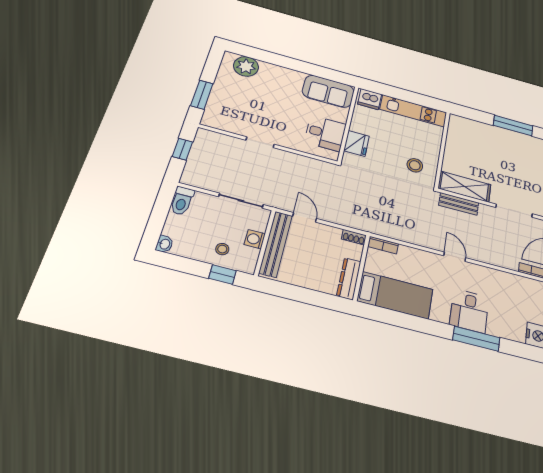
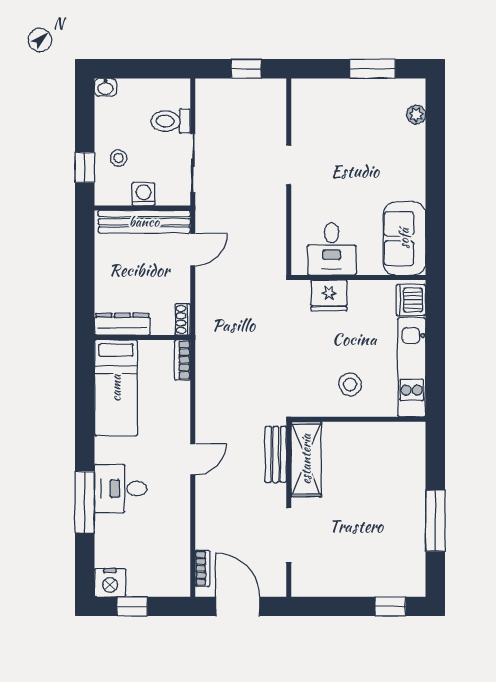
plant: (246, 66) -> (416, 115), width x0.53, depth x0.53
window: (202, 95) -> (372, 69), moved
stool: (415, 165) -> (350, 384), moved
toilet: (182, 201) -> (171, 121), moved

